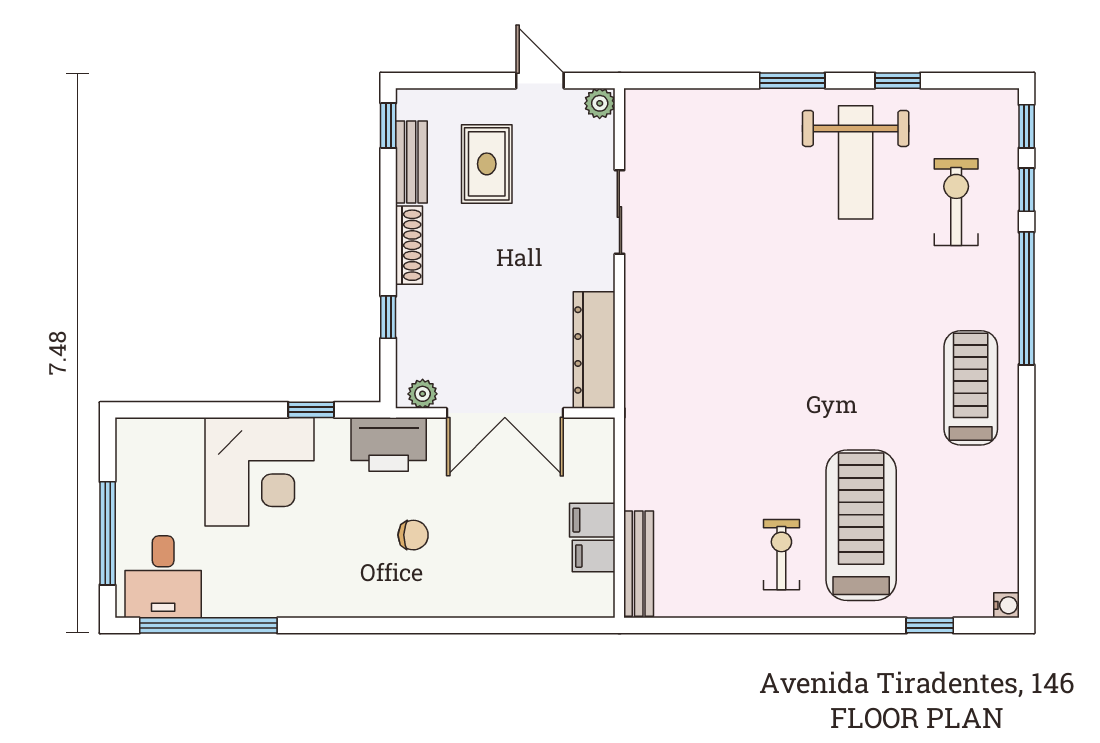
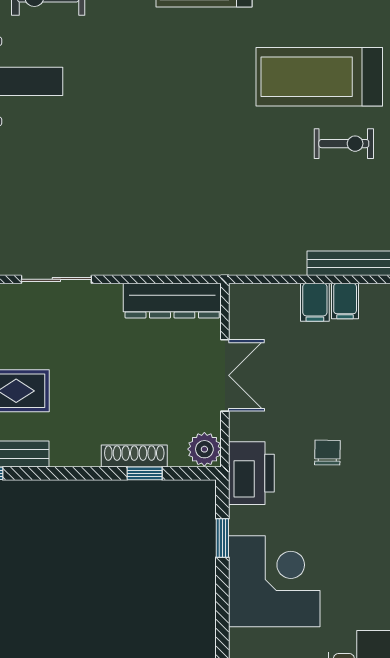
shoe rack: (409, 245) -> (134, 456), moved
plant: (423, 394) -> (204, 449), width x1.38, depth x1.38
double door: (505, 413) -> (225, 375), width x0.73
exercise bike: (781, 555) -> (344, 144), turned 180

